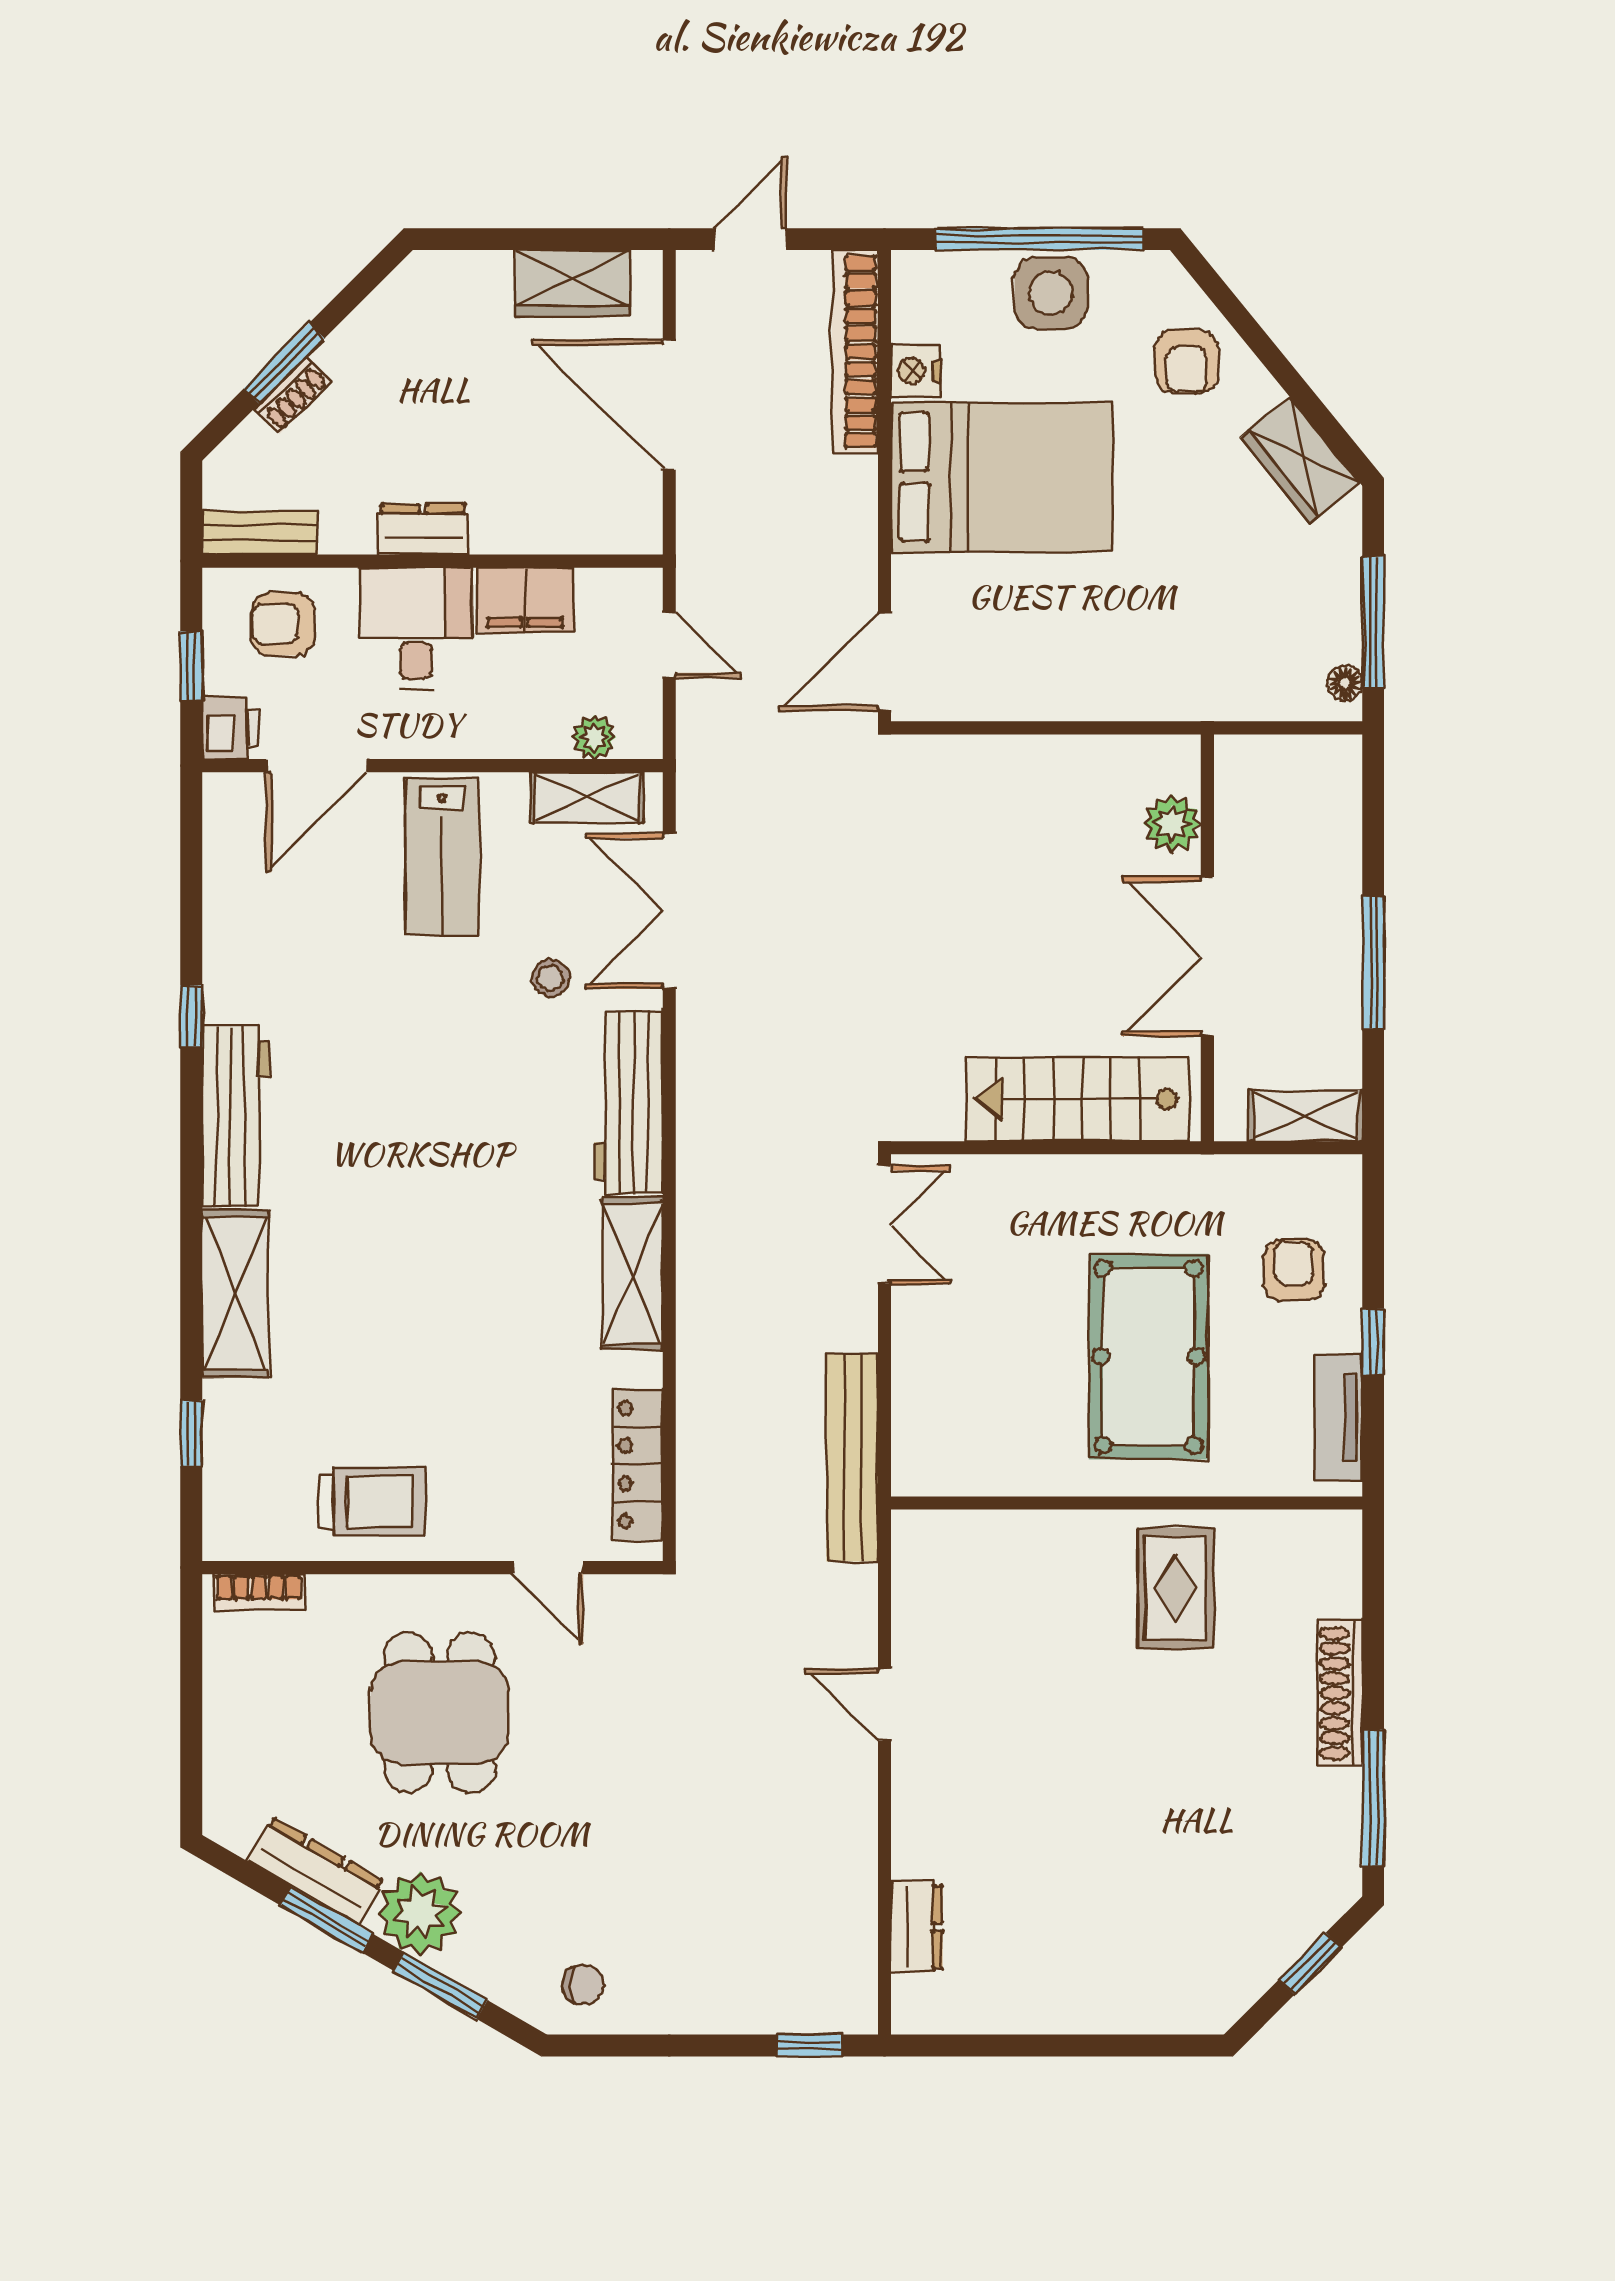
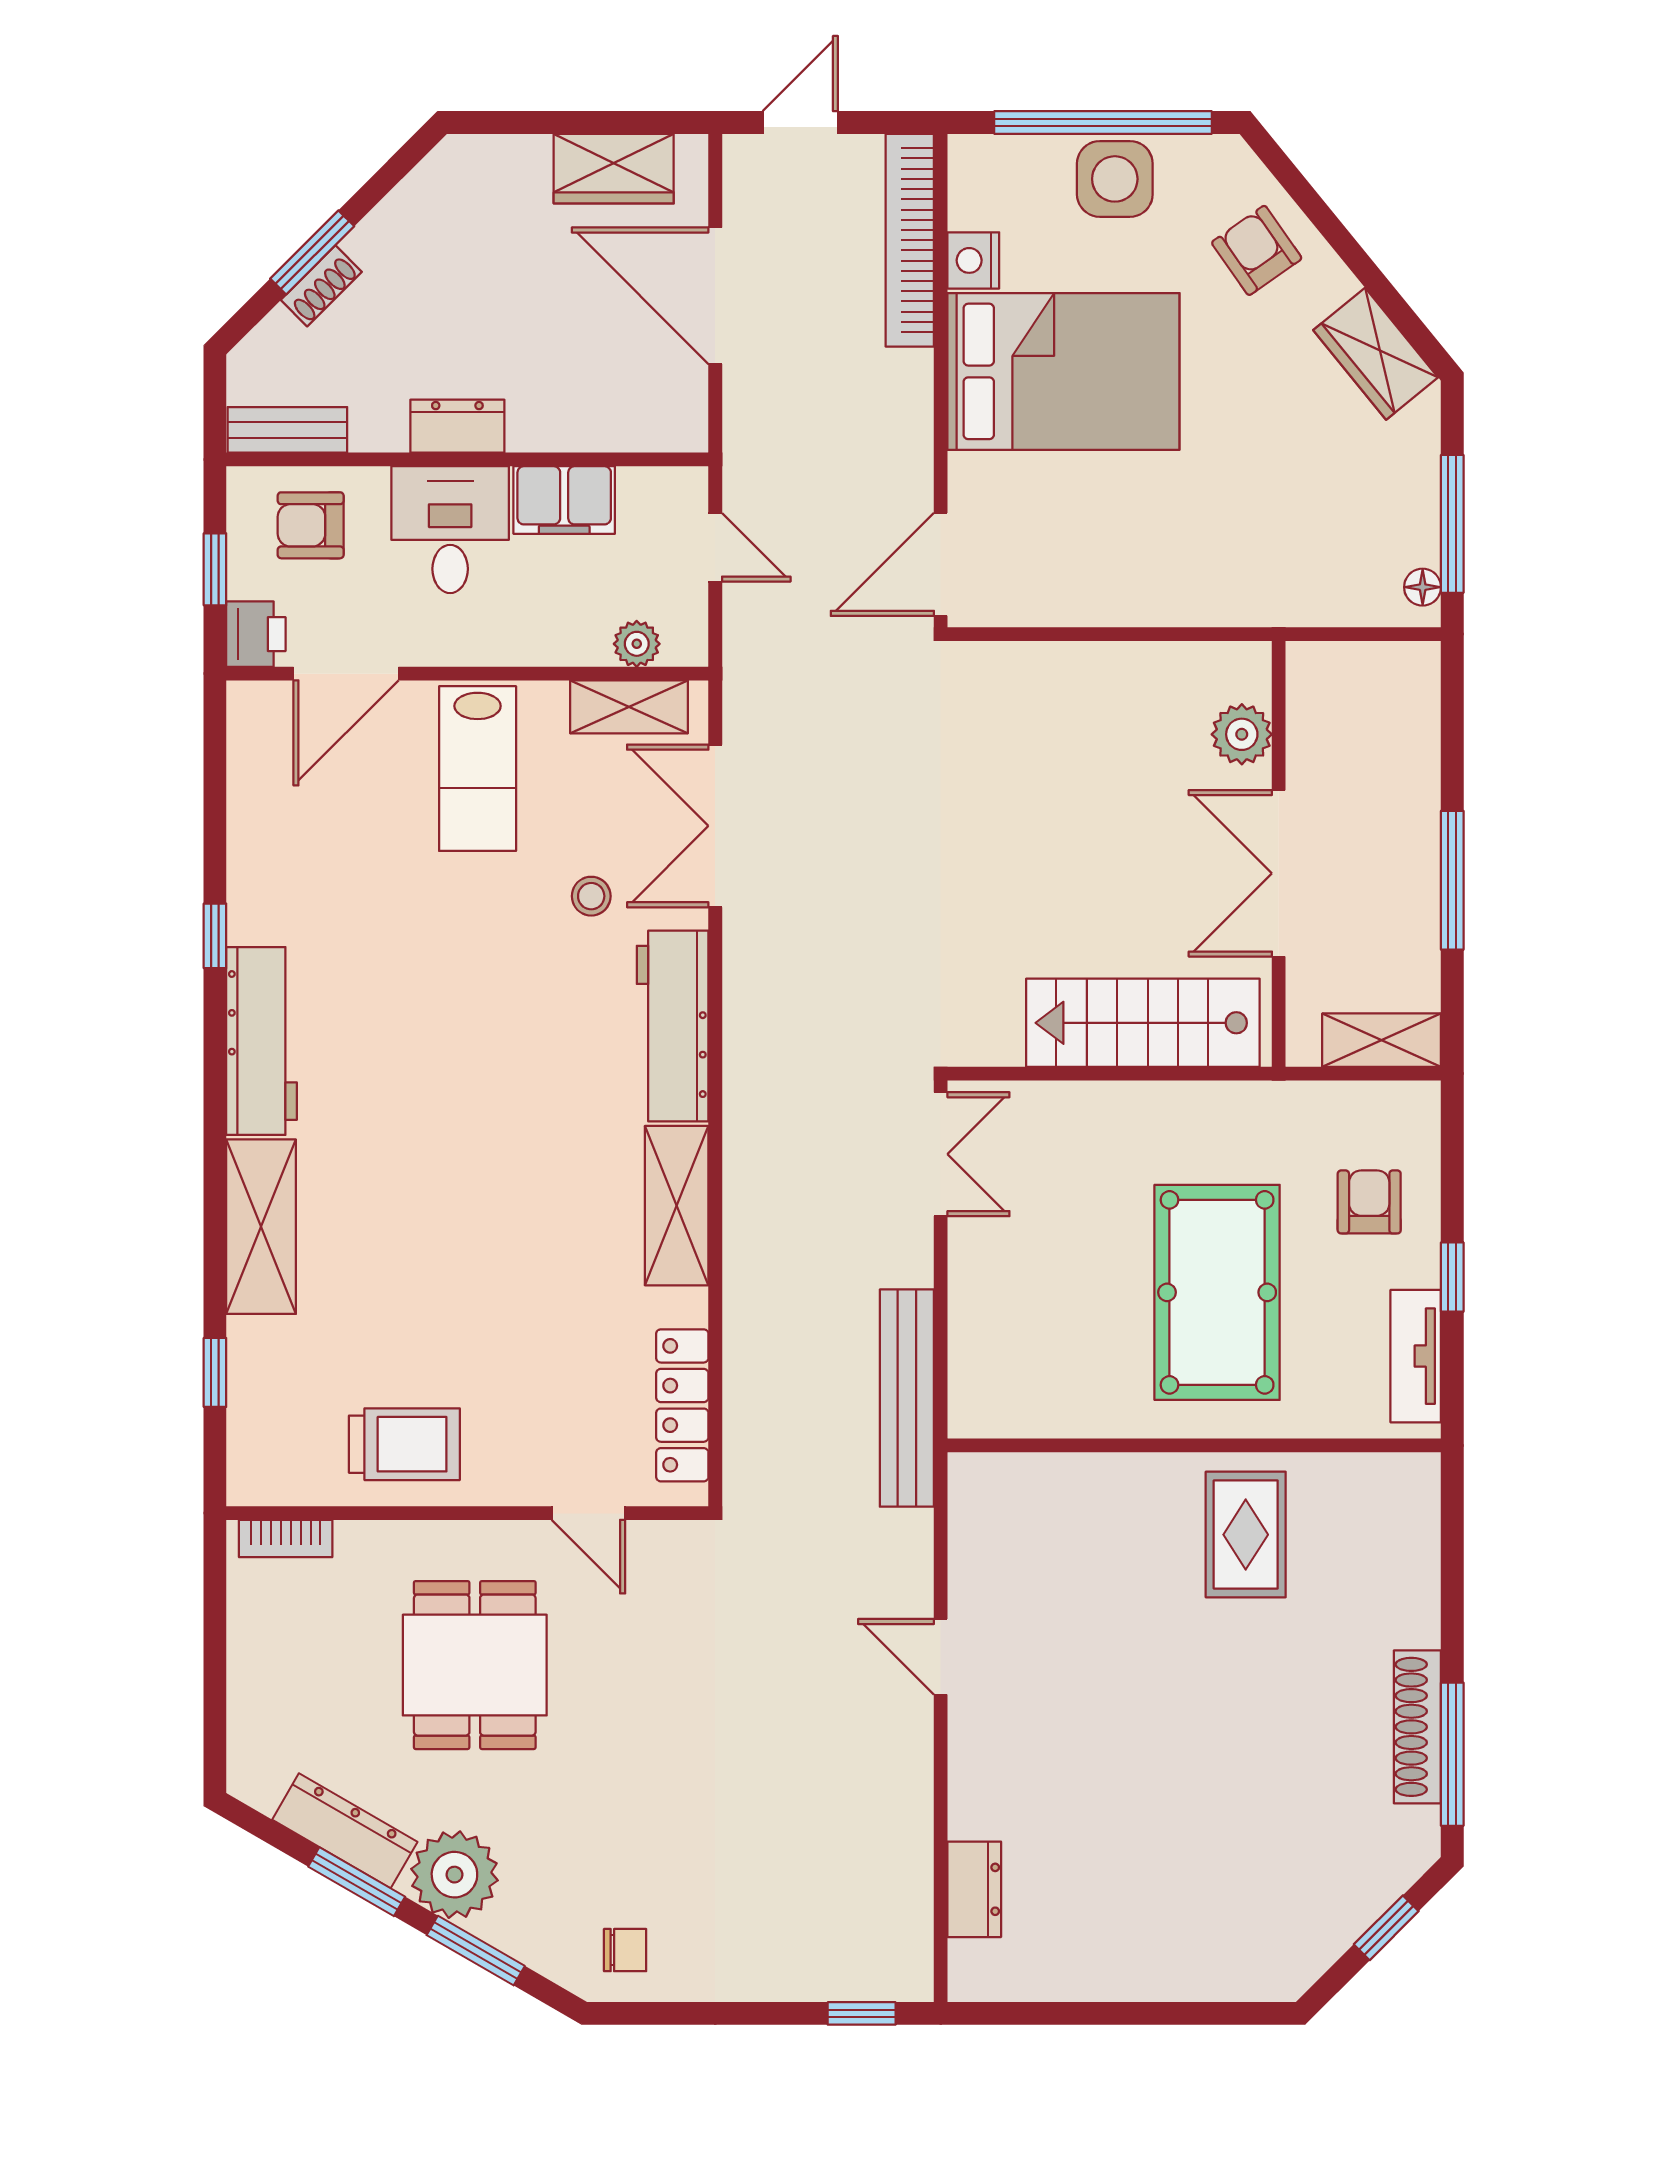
armchair: (1186, 361) -> (1257, 250), turned 145
shoe rack: (1340, 1693) -> (1417, 1727), moved

